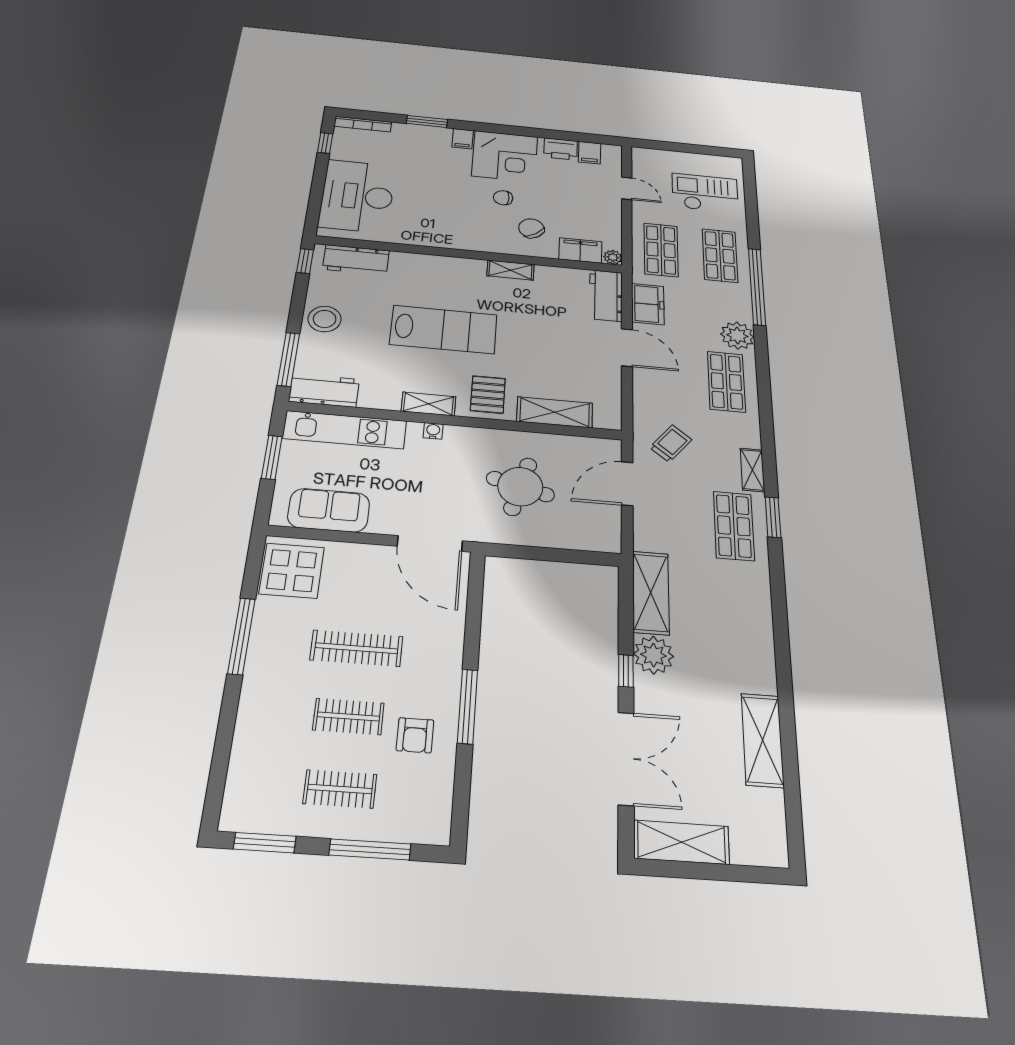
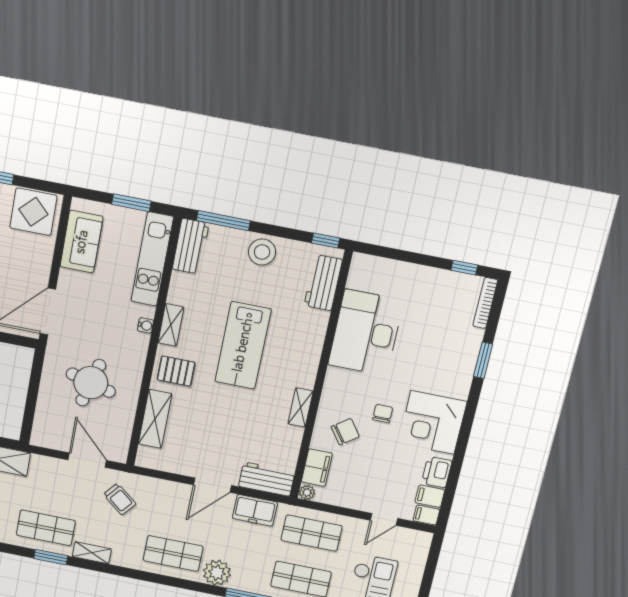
filing cabinet: (463, 139) -> (426, 515), moved
desk: (357, 196) -> (366, 333), moved, turned -90

